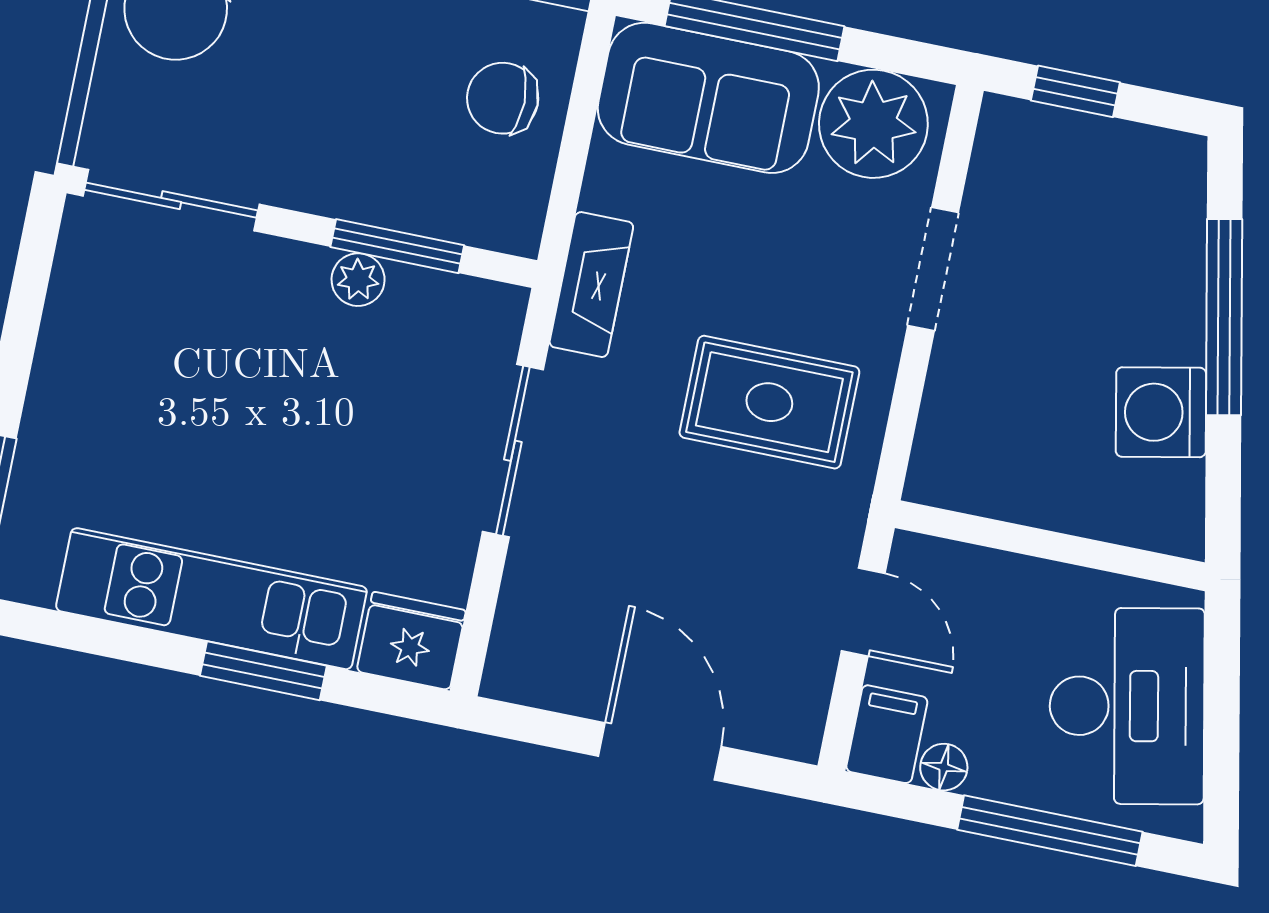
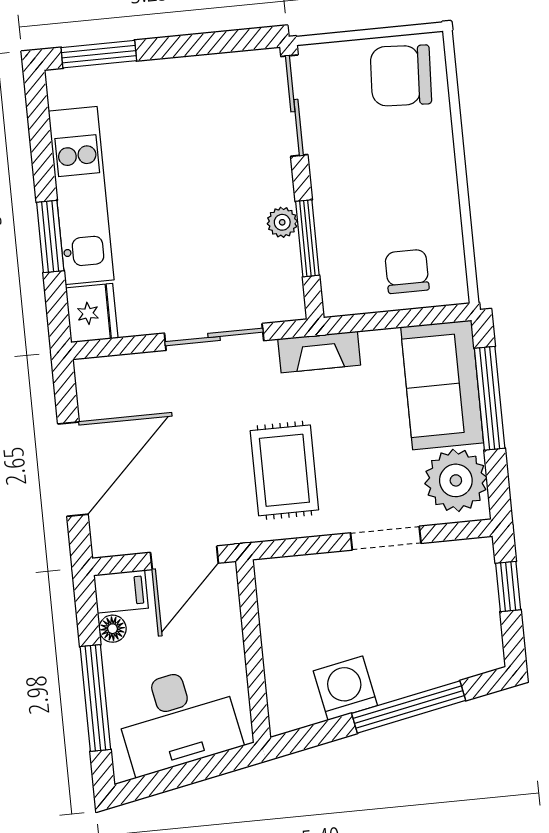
door: (863, 612) -> (184, 558), width x1.38
door: (660, 751) -> (73, 469), width x1.36

